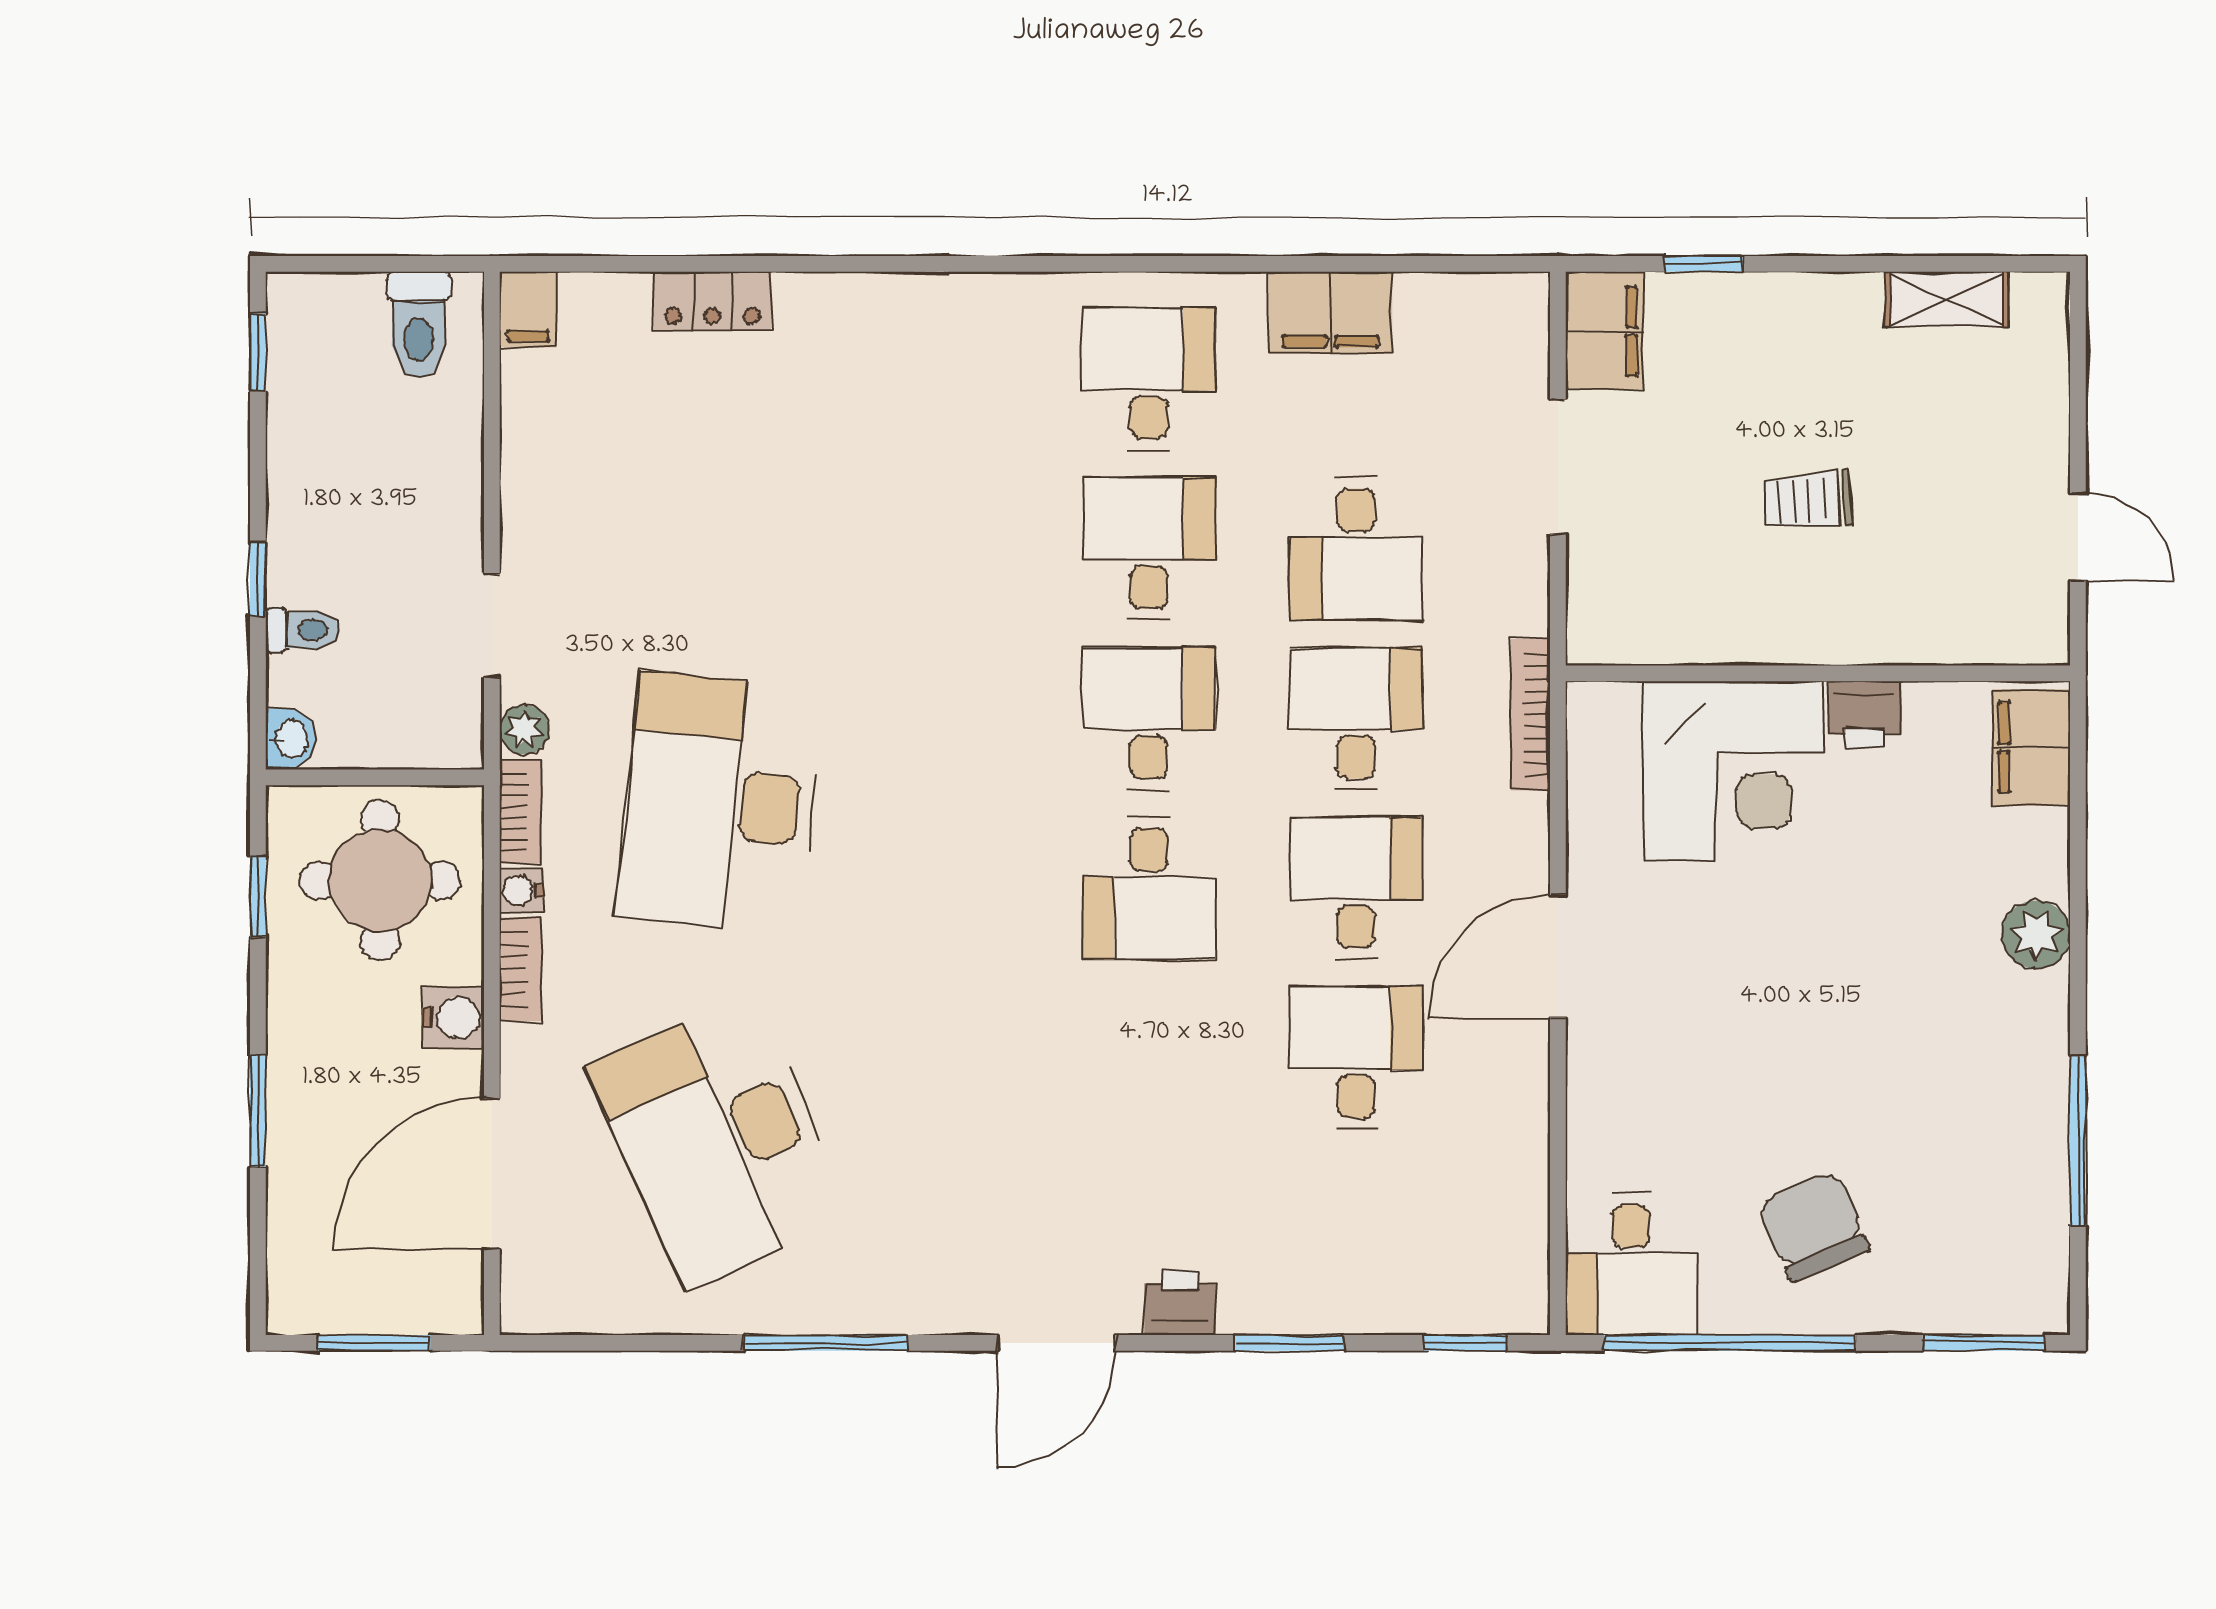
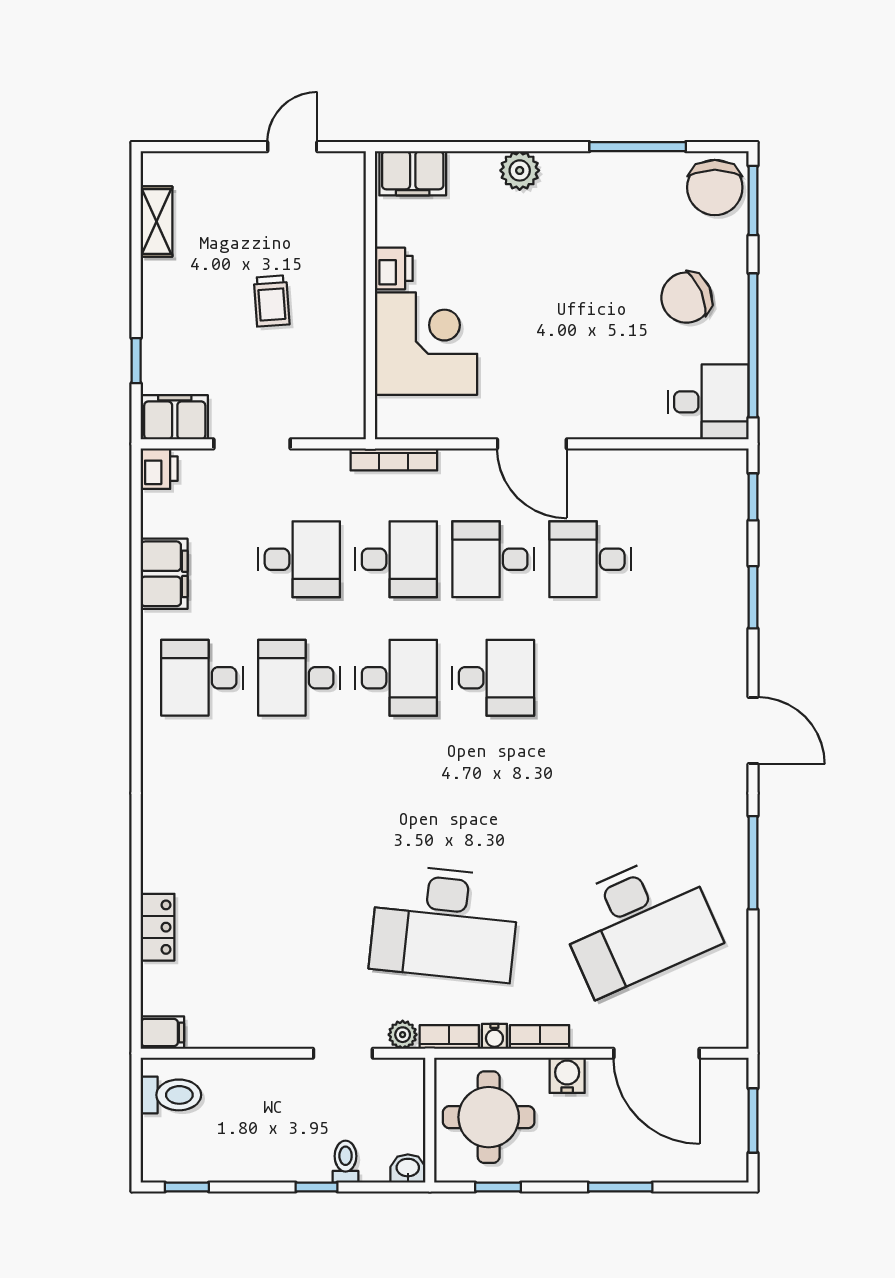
desk: (1149, 718) -> (396, 678), turned 180
desk: (1356, 718) -> (396, 559), turned 180
chair: (2006, 1276) -> (715, 187), added
printer: (1180, 1303) -> (159, 469), moved, turned 180

